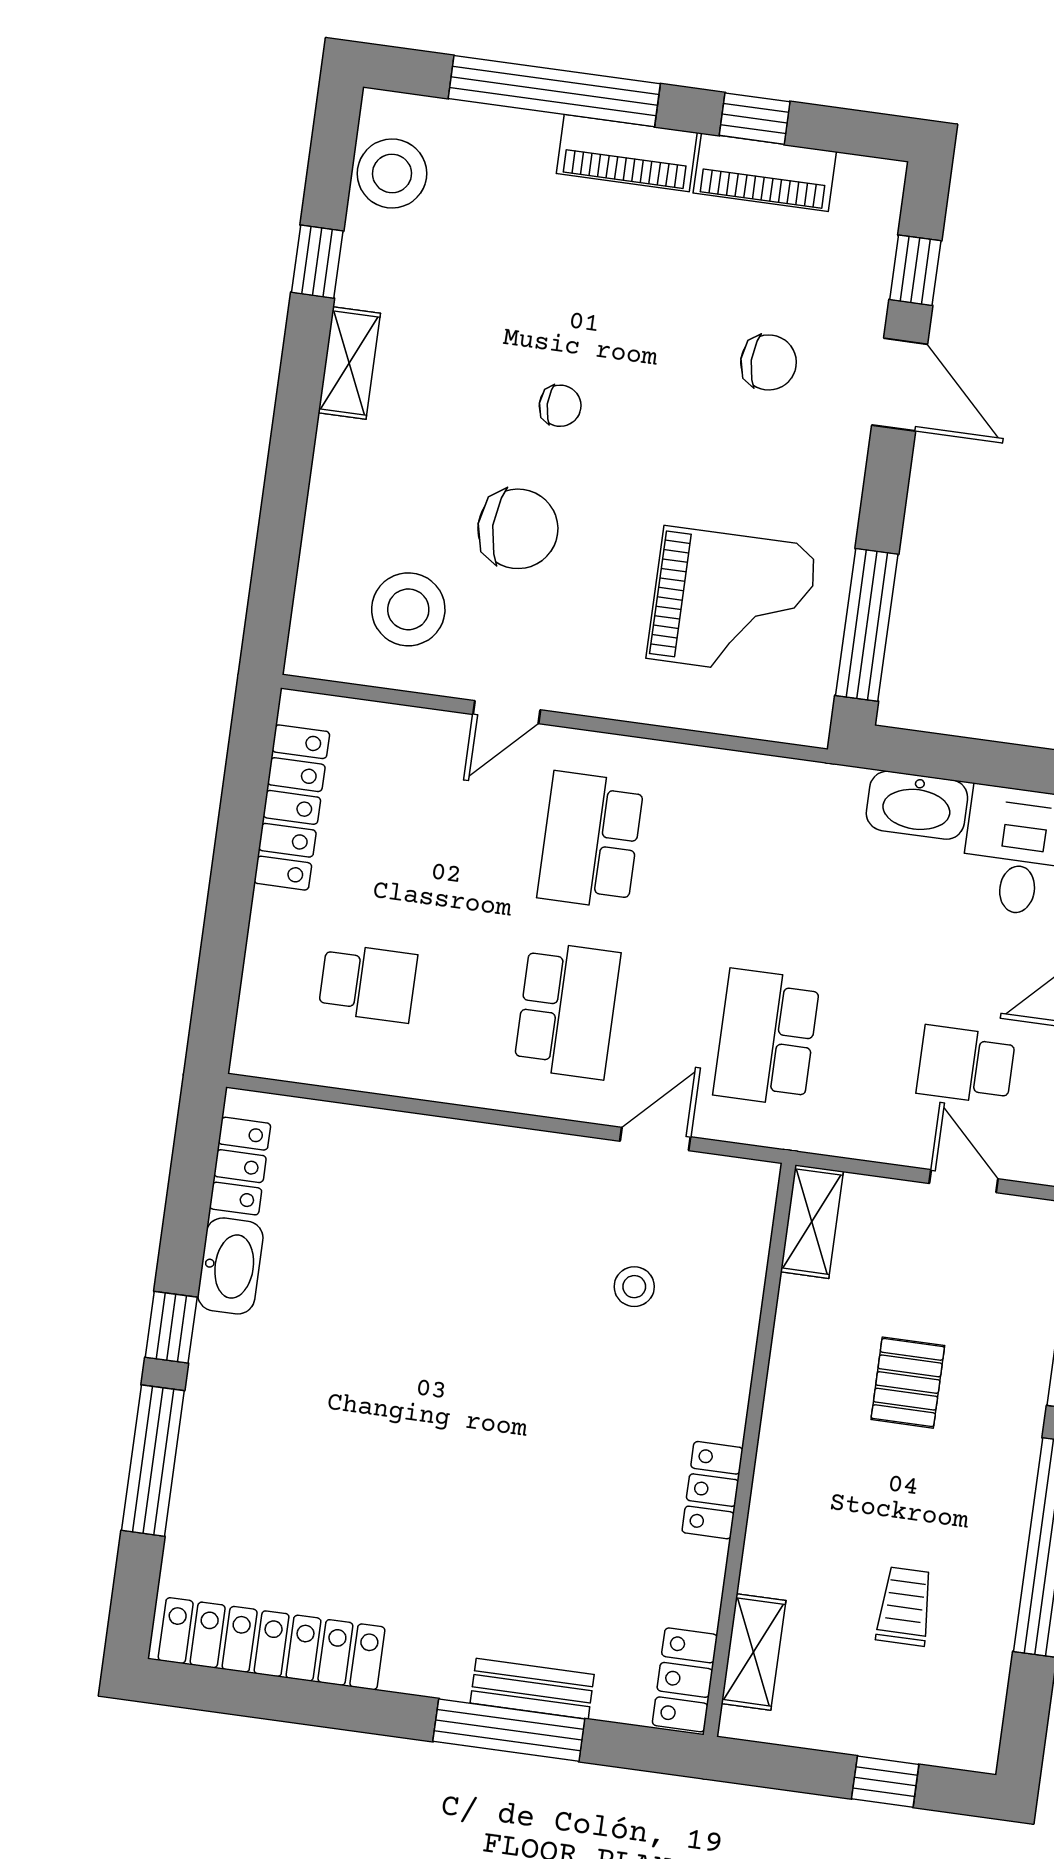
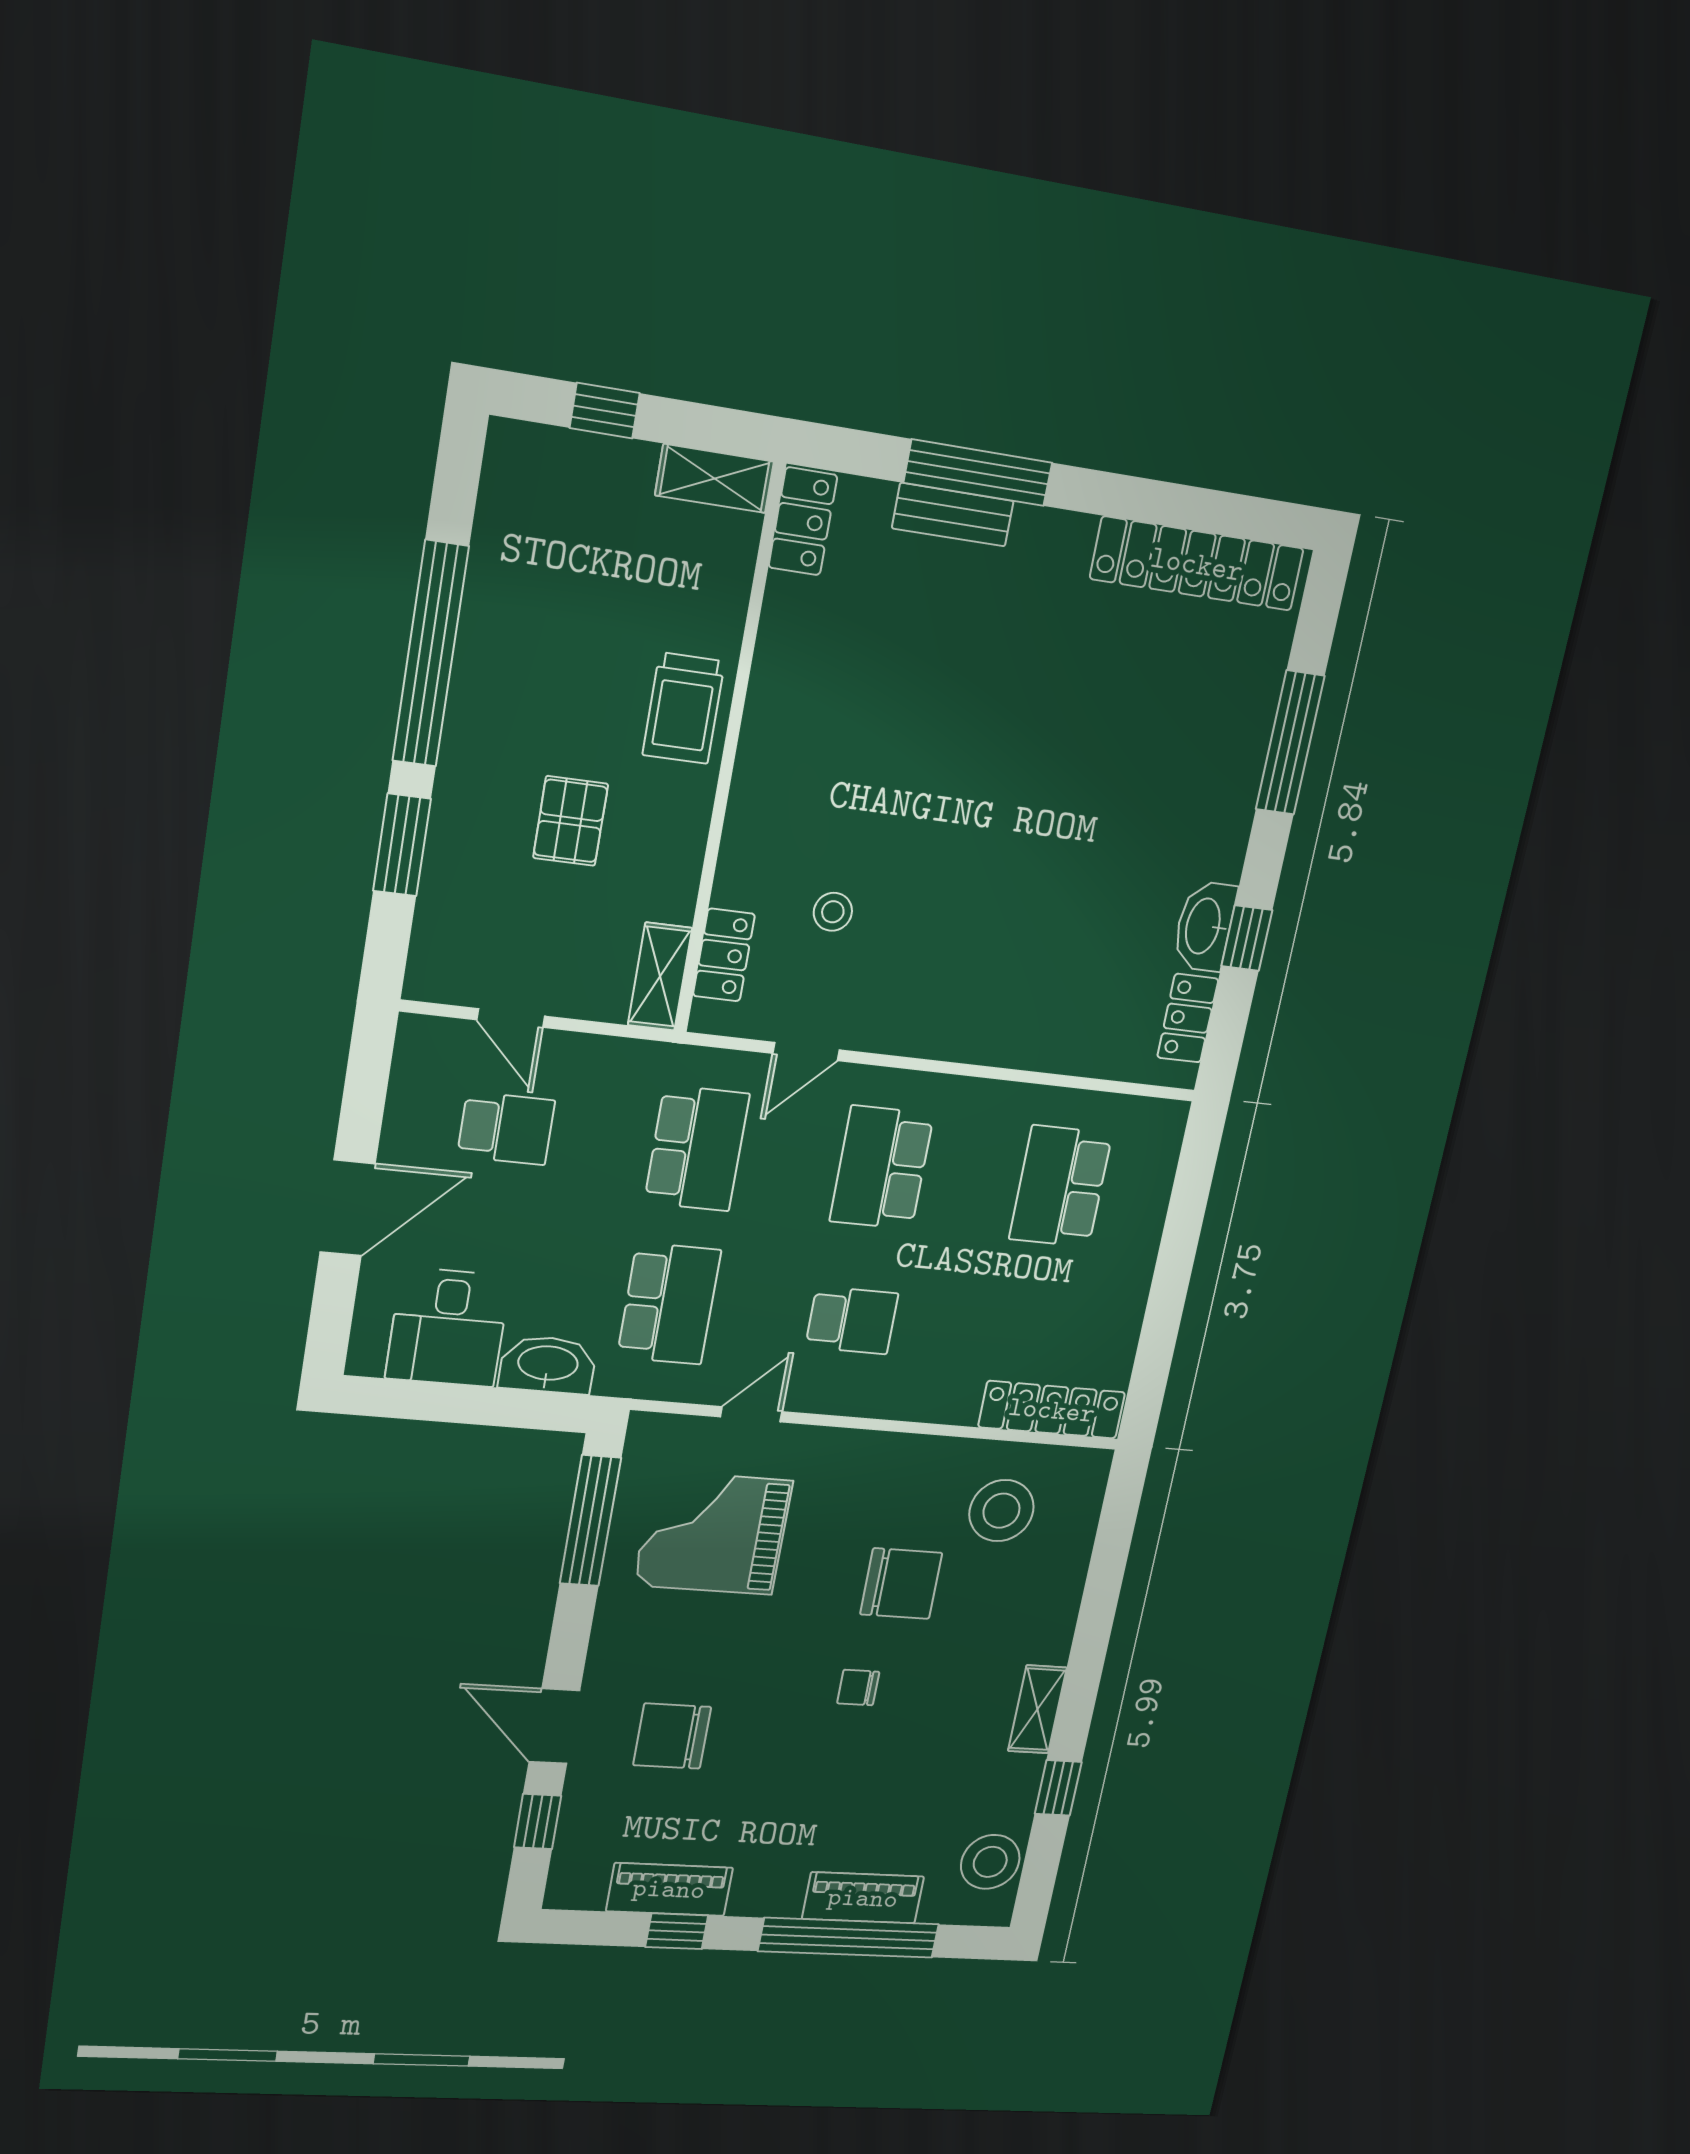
piano: (627, 153) -> (863, 1898), moved
chair: (769, 362) -> (672, 1736), width x1.37, depth x1.37
chair: (518, 529) -> (901, 1584), turned 180
door: (507, 712) -> (751, 1414), moved
locker: (292, 807) -> (1052, 1410), moved, turned 90
school desk: (590, 840) -> (852, 1320), width x0.54
school desk: (790, 868) -> (669, 1304), added
school desk: (368, 983) -> (1061, 1186), width x1.85
window: (171, 1327) -> (1247, 938), moved
locker: (712, 1490) -> (724, 955), moved
trolley: (905, 1606) -> (684, 708), moved, width x1.36, depth x1.39
shelving: (753, 1652) -> (715, 478), moved, turned 90

